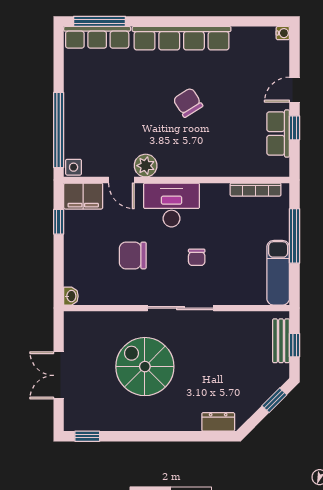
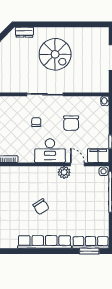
window: (99, 21) -> (89, 251), width x0.69
chair: (133, 255) -> (71, 123), turned 90
spiral stairs: (145, 367) -> (55, 54), moved
window: (87, 436) -> (96, 24), removed

